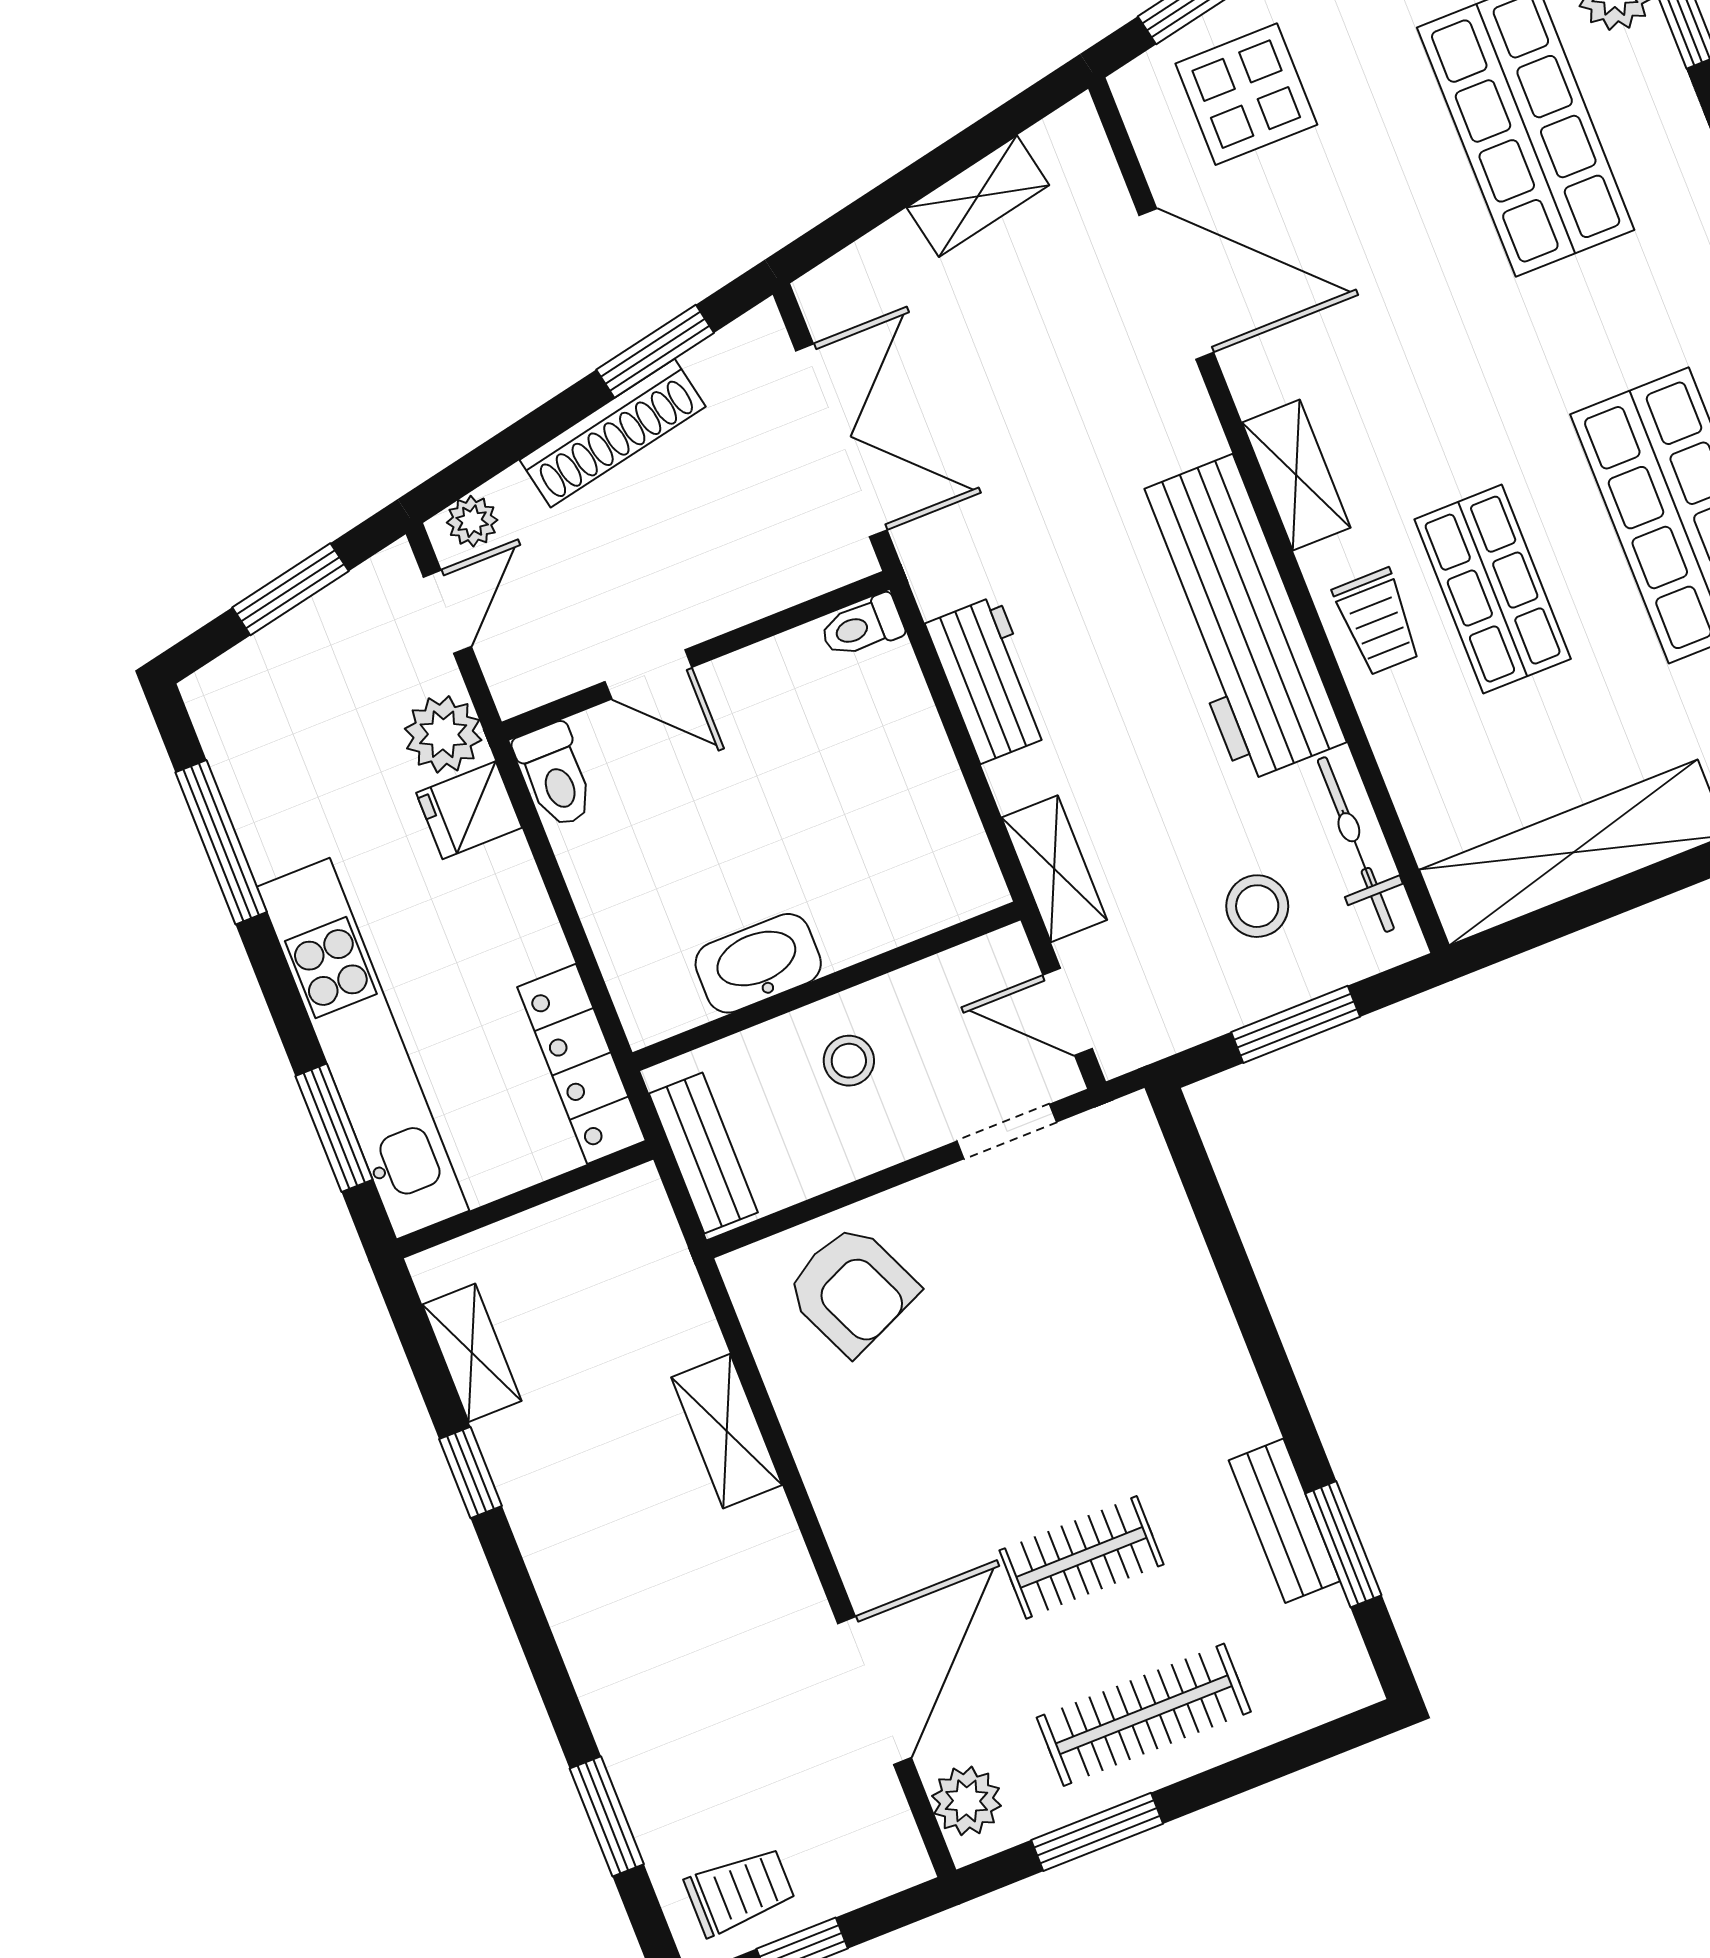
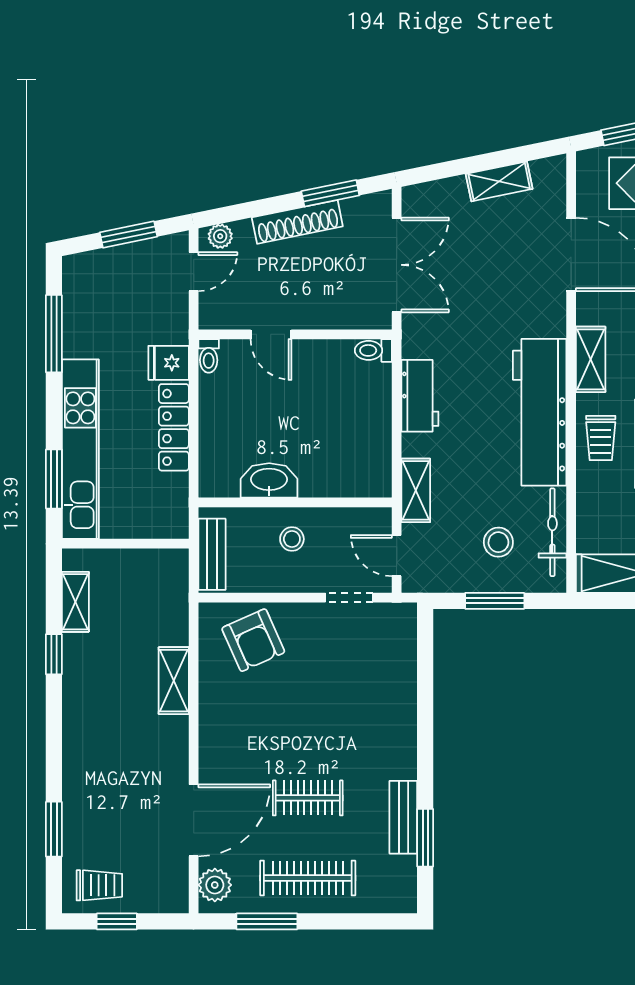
plant: (443, 734) -> (170, 325), removed
toilet: (555, 775) -> (209, 356), width x0.73, depth x0.72
locker: (582, 1064) -> (174, 427), moved

